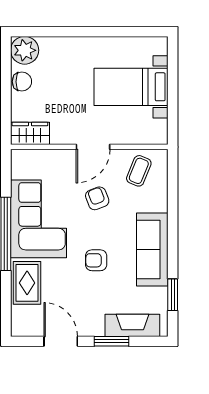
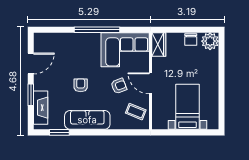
corner sofa: (38, 219) -> (125, 50), moved
rug: (27, 283) -> (67, 43), removed

